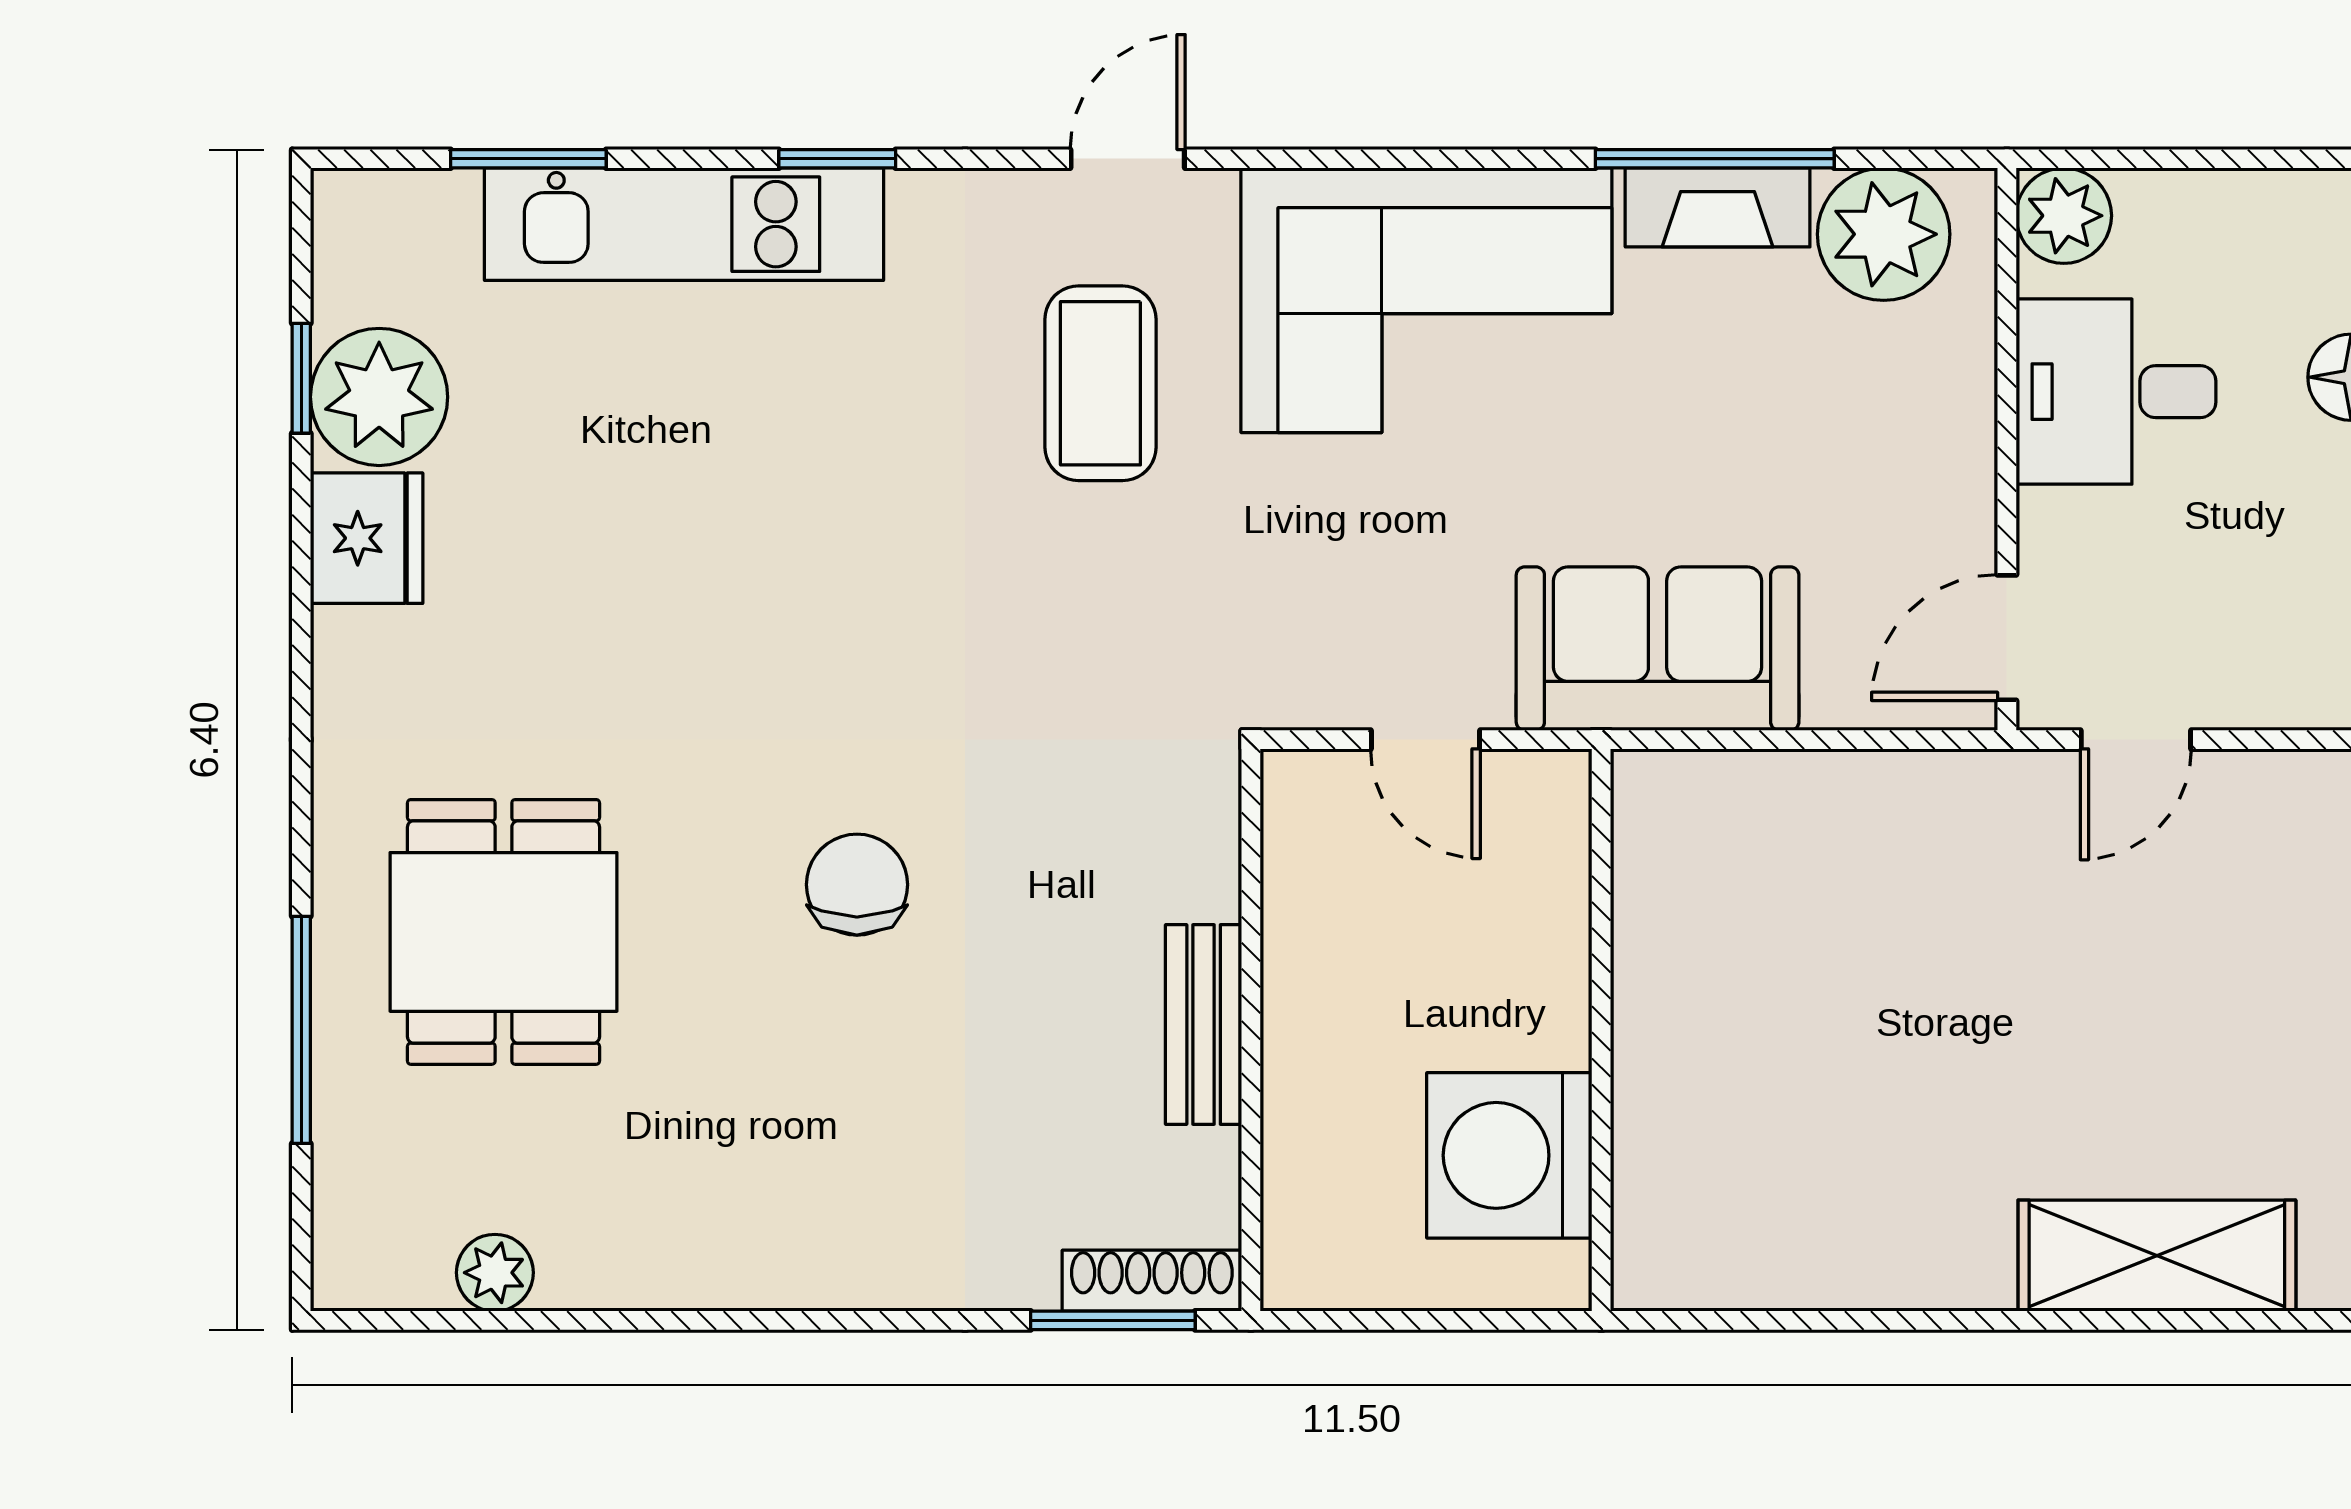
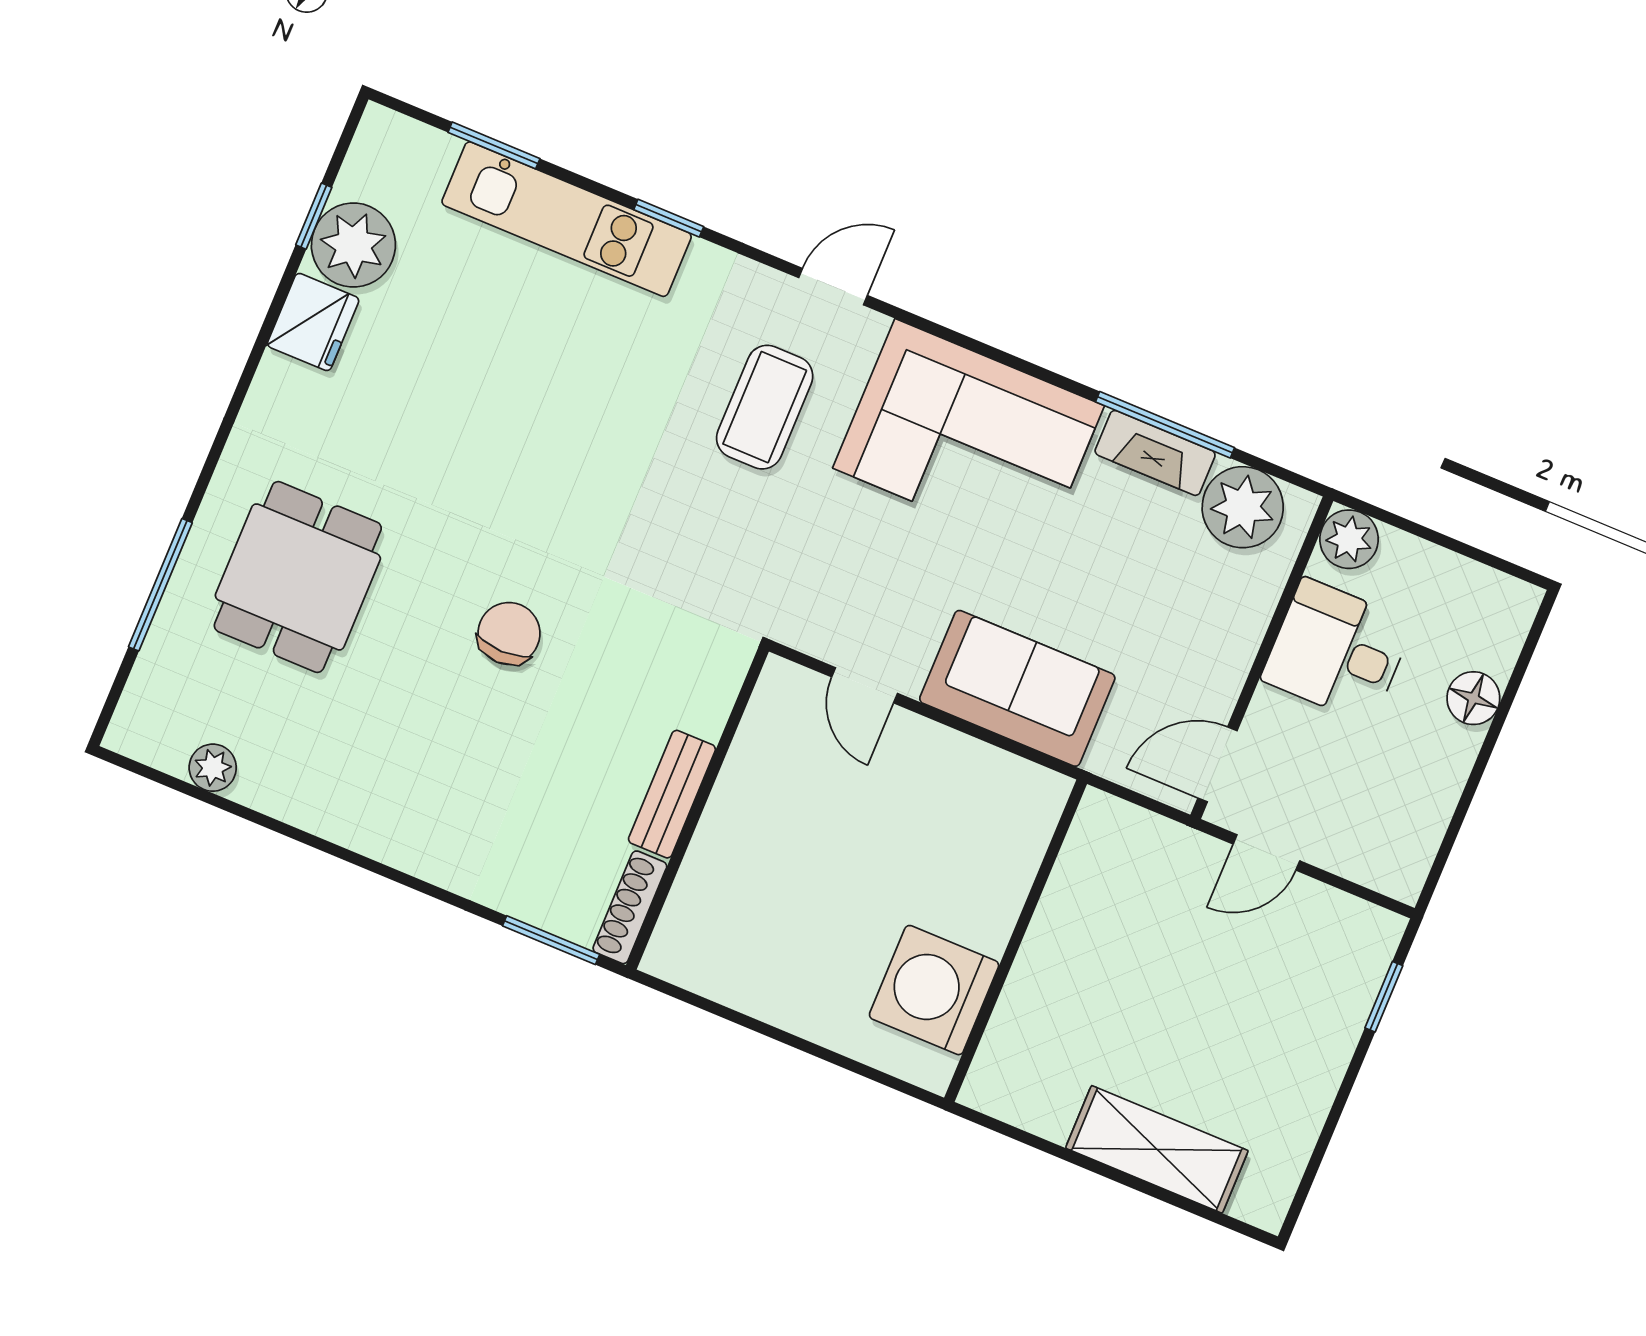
wall: (1601, 1030) -> (1016, 941), moved
washing machine: (1509, 1155) -> (934, 990), moved
shoe rack: (1152, 1281) -> (630, 907), moved, turned -90

